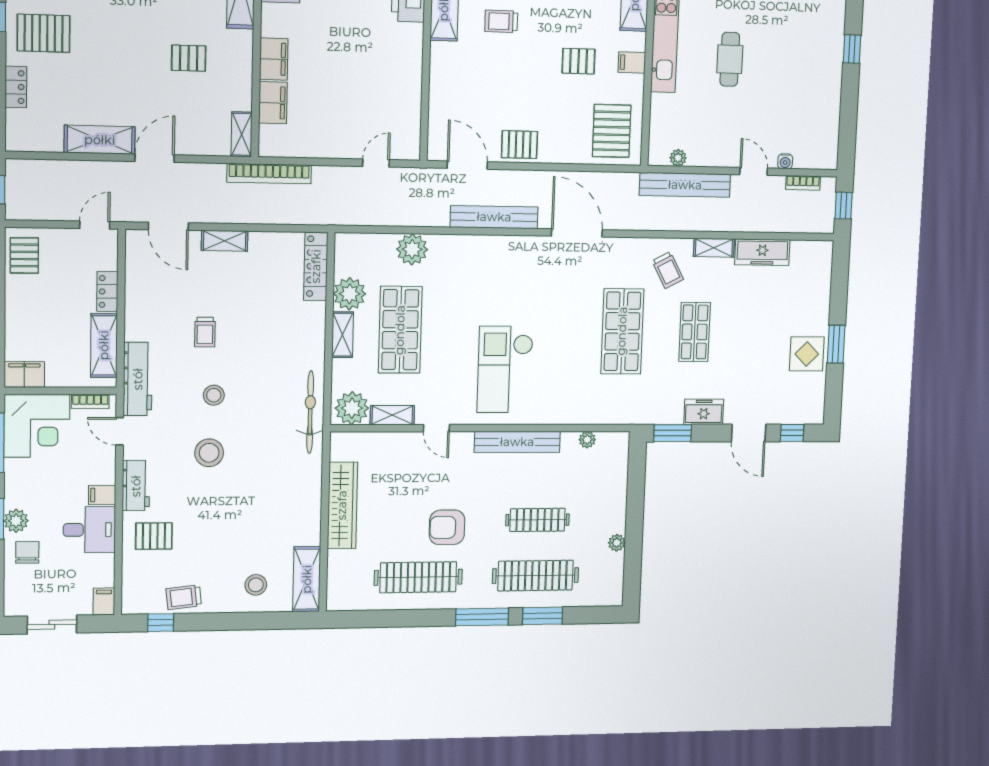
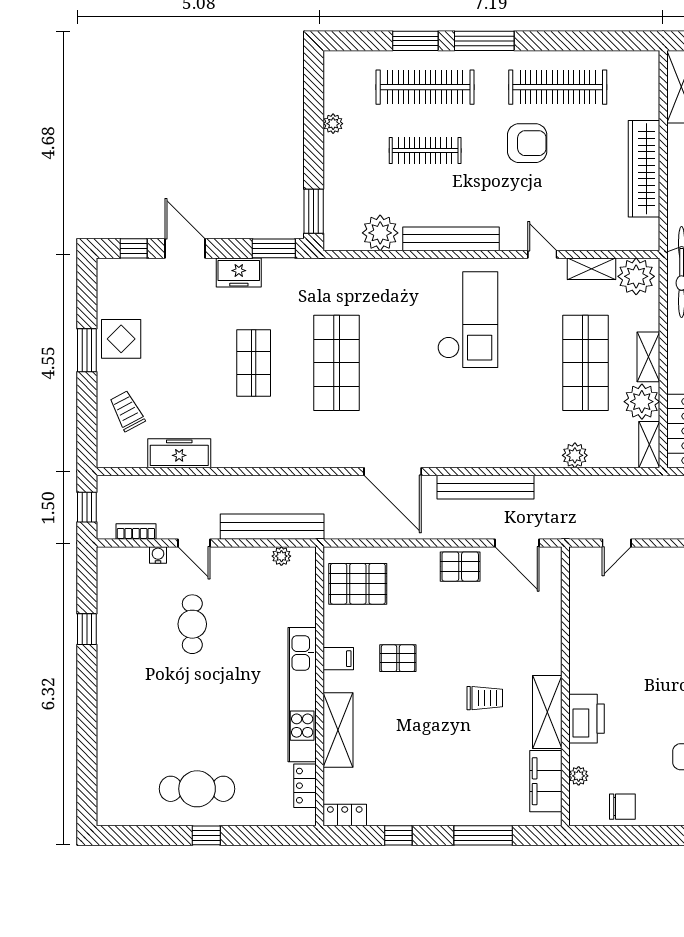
window: (852, 49) -> (87, 629), moved
cafe table: (730, 59) -> (192, 624), moved
pallet: (612, 131) -> (358, 584), turned 90
shelving: (714, 248) -> (649, 444), moved, turned 90
plant: (412, 249) -> (575, 455), width x0.73, depth x0.73
trolley: (668, 270) -> (127, 411), moved
plant: (587, 440) -> (380, 233), width x1.88, depth x1.88
window: (637, 466) -> (314, 211), added

